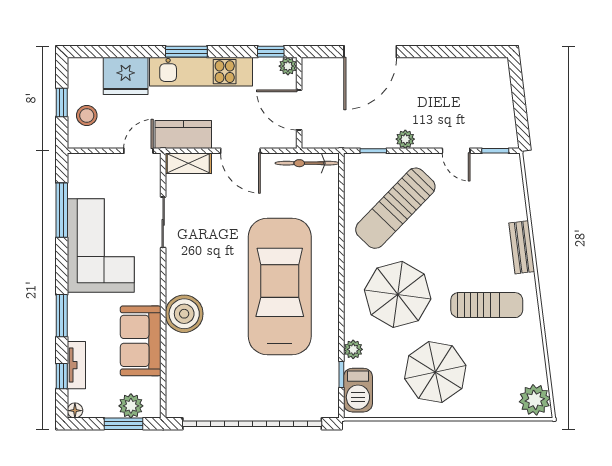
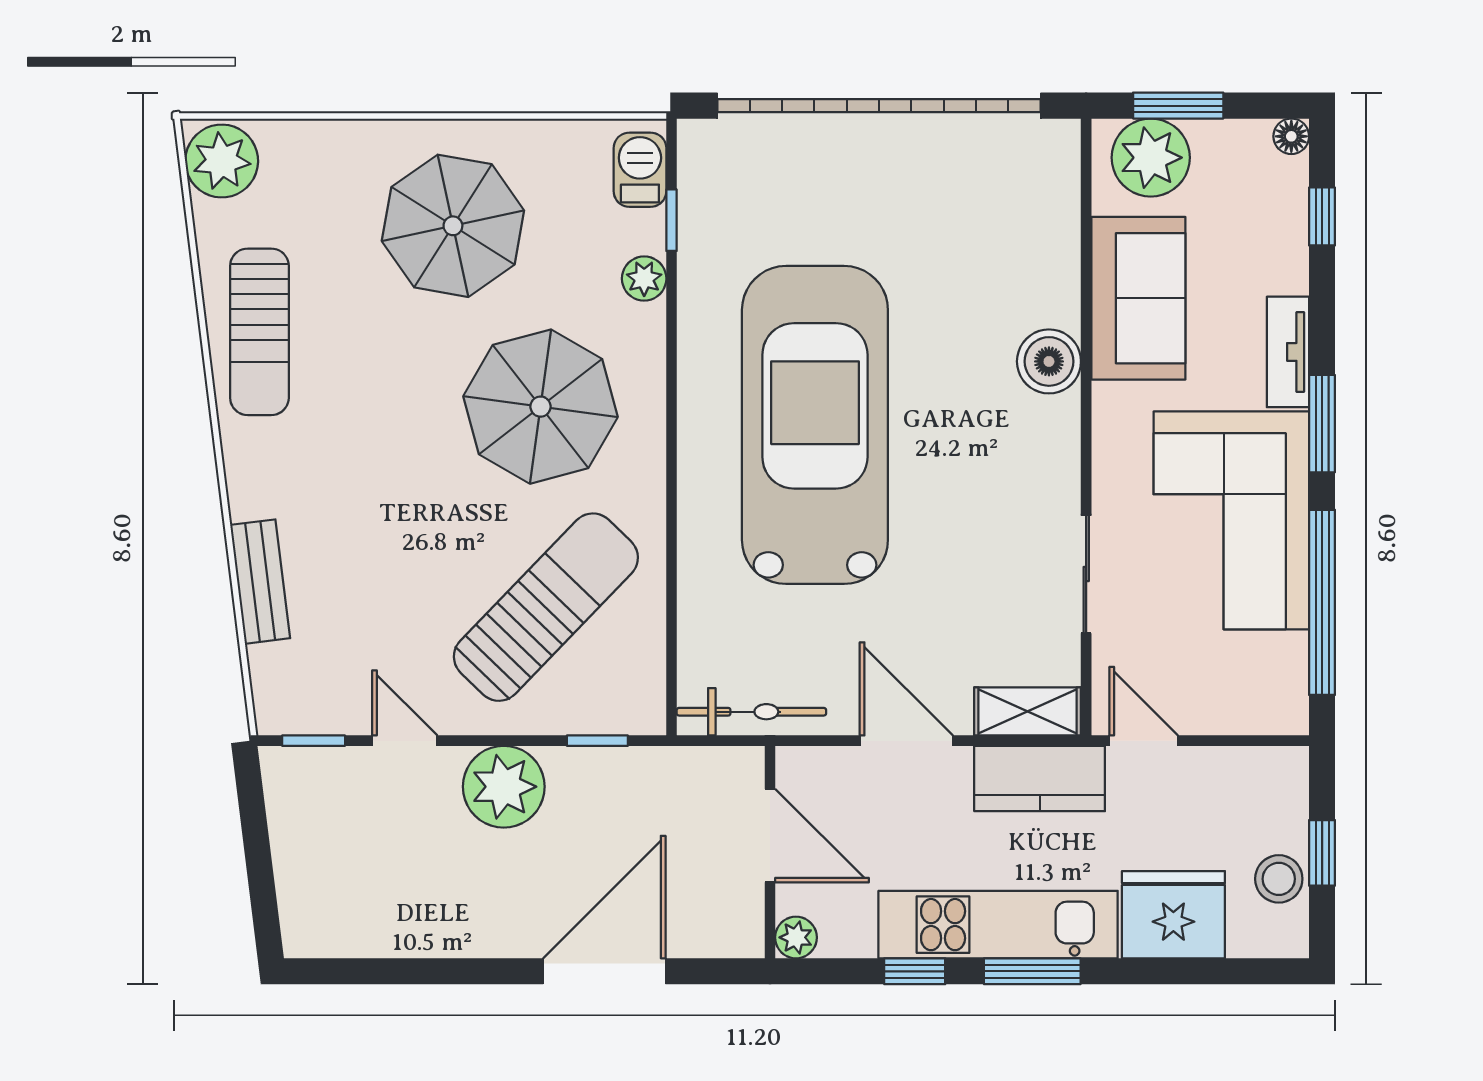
window: (271, 52) -> (915, 971), moved
stool: (87, 115) -> (1279, 879), moved
plant: (405, 139) -> (504, 787), width x1.87, depth x1.87
door: (138, 151) -> (1144, 741), swing flipped
window: (62, 210) -> (1322, 602), width x1.46
bench: (522, 247) -> (260, 582), moved
car: (280, 286) -> (815, 425), turned 180
sun lounger: (487, 305) -> (259, 332), moved, turned -90
boiler: (184, 314) -> (1049, 361), width x0.73, depth x0.73
window: (62, 316) -> (1322, 424), moved
tv unit: (76, 365) -> (1288, 352), moved
barbecue: (358, 390) -> (640, 170), width x0.73, depth x0.79
plant: (131, 406) -> (1151, 158), width x1.36, depth x1.36

